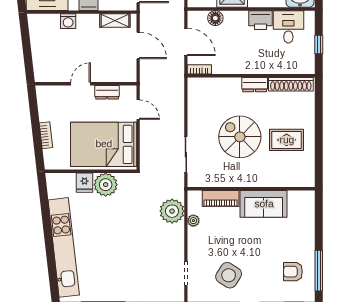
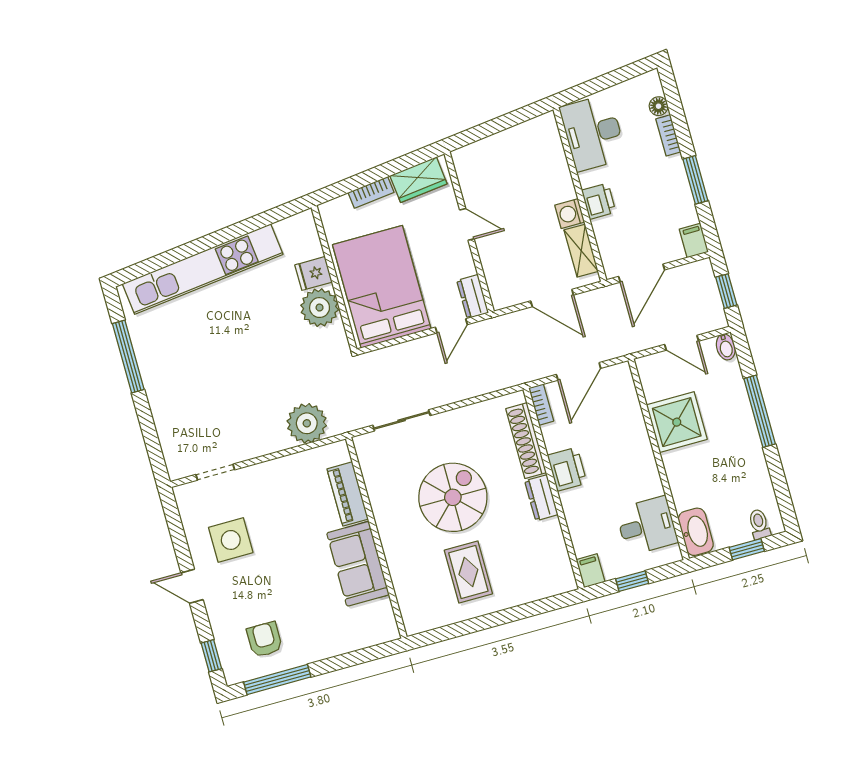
floor lamp: (215, 18) -> (629, 407), removed
printer: (261, 20) -> (567, 469), moved, turned 180
washing machine: (68, 21) -> (570, 214), moved
door: (138, 46) -> (552, 298), hinge flipped
filing cabinet: (306, 67) -> (591, 571), added
shoe rack: (291, 84) -> (526, 441), moved
dresser: (107, 92) -> (473, 297), moved
wardrobe: (46, 105) -> (418, 180), added
plant: (193, 221) -> (301, 461), removed
side table: (229, 275) -> (231, 540), turned -32

